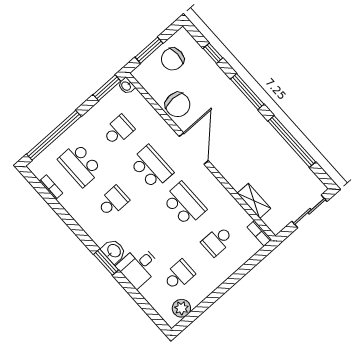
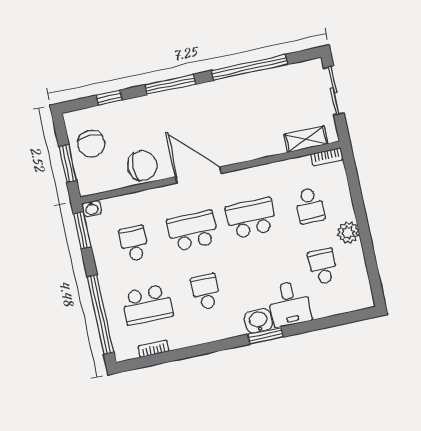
shelving: (254, 201) -> (306, 139), moved
plant: (181, 308) -> (348, 232), moved

